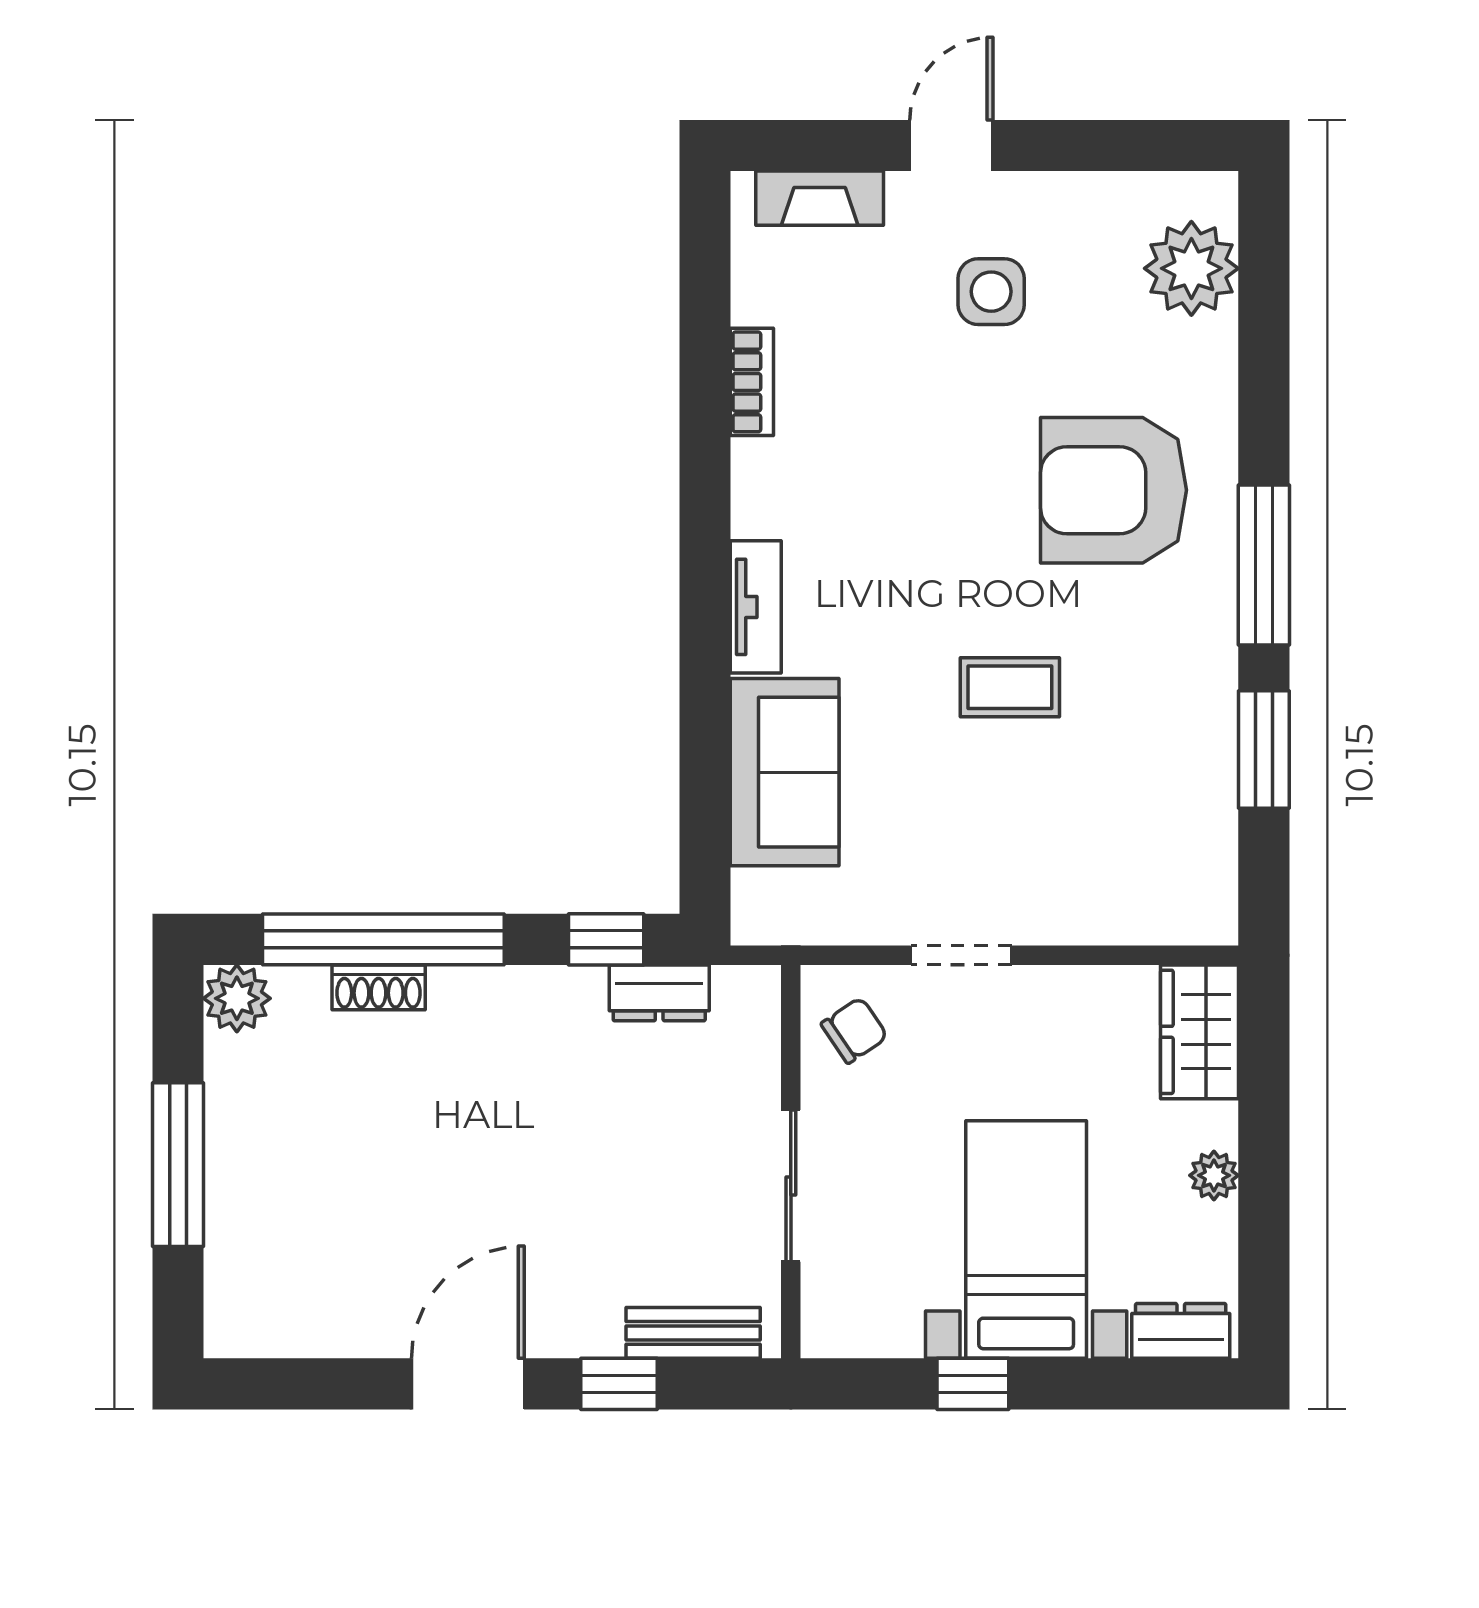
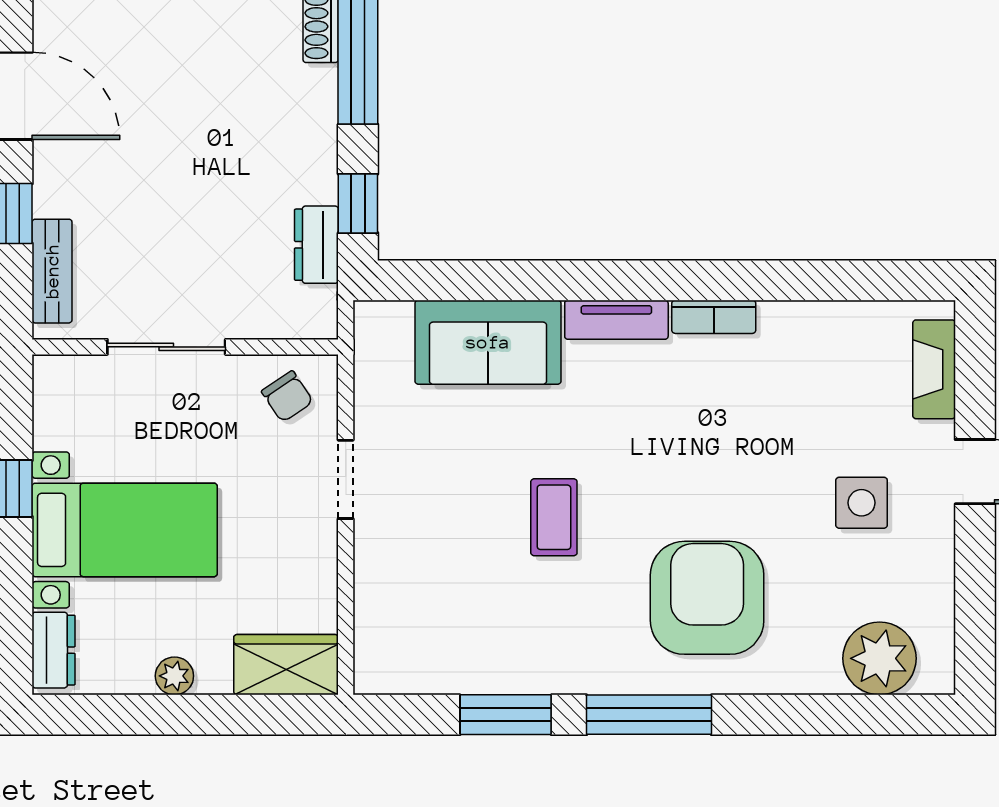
bookcase: (752, 382) -> (714, 317), moved

